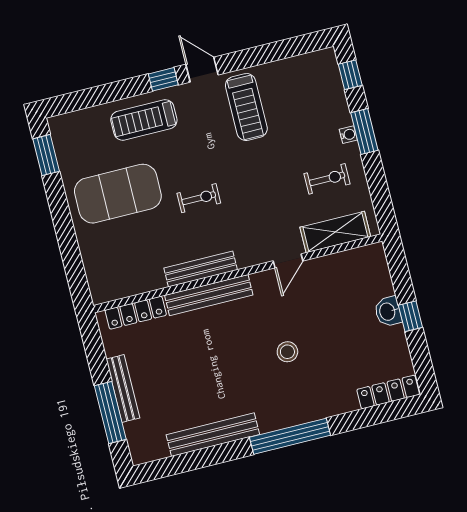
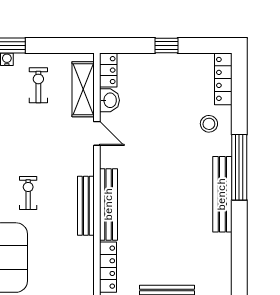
locker: (365, 256) -> (108, 70), added
washbasin: (388, 311) -> (109, 100), moved, turned -90
stool: (287, 352) -> (209, 124), moved
bench: (213, 435) -> (222, 194), moved

